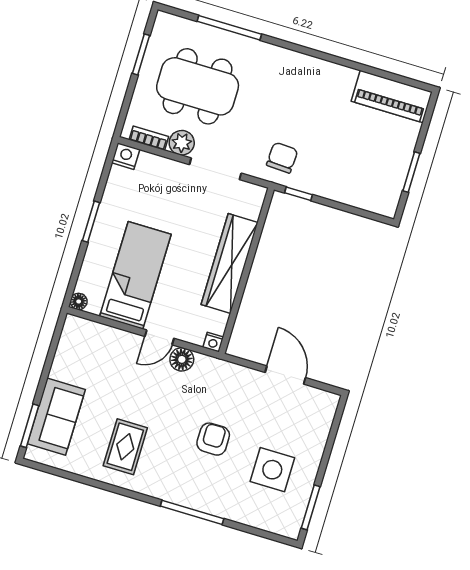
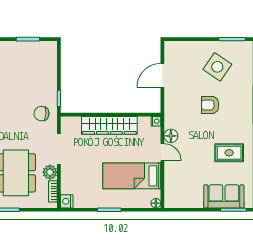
side table: (272, 470) -> (217, 67), turned 34

